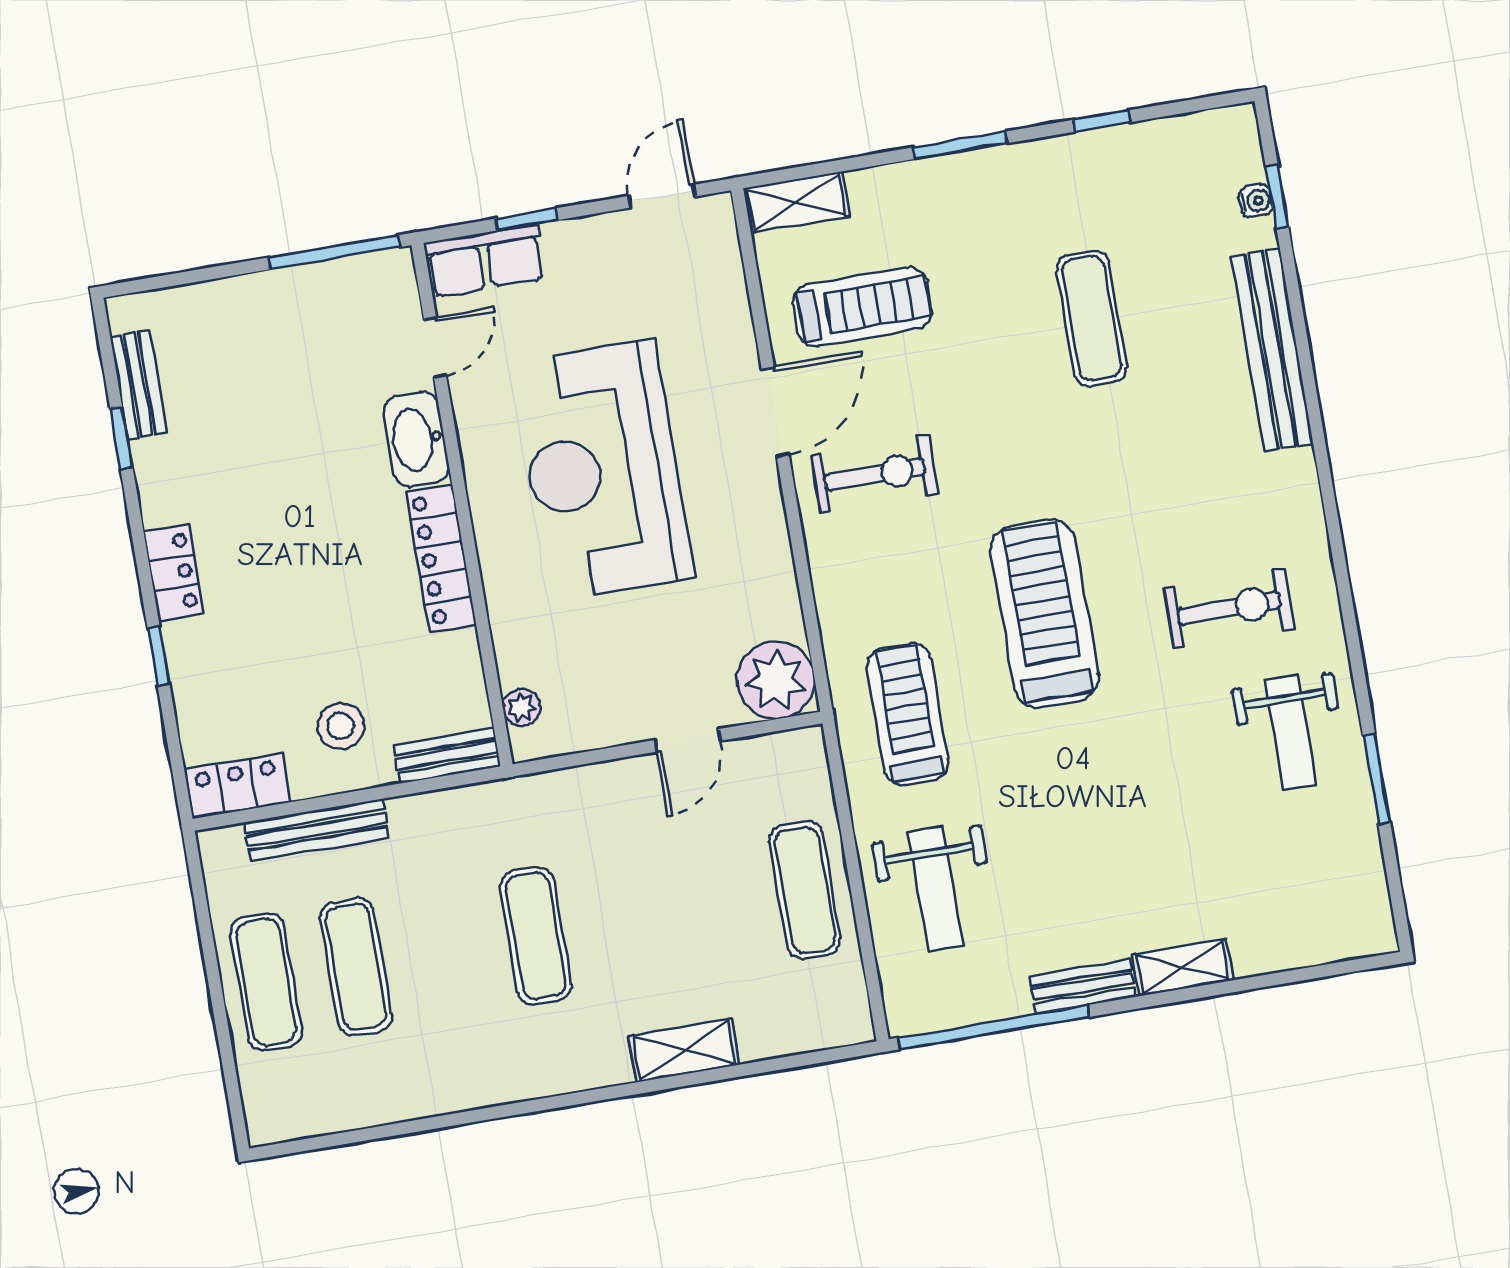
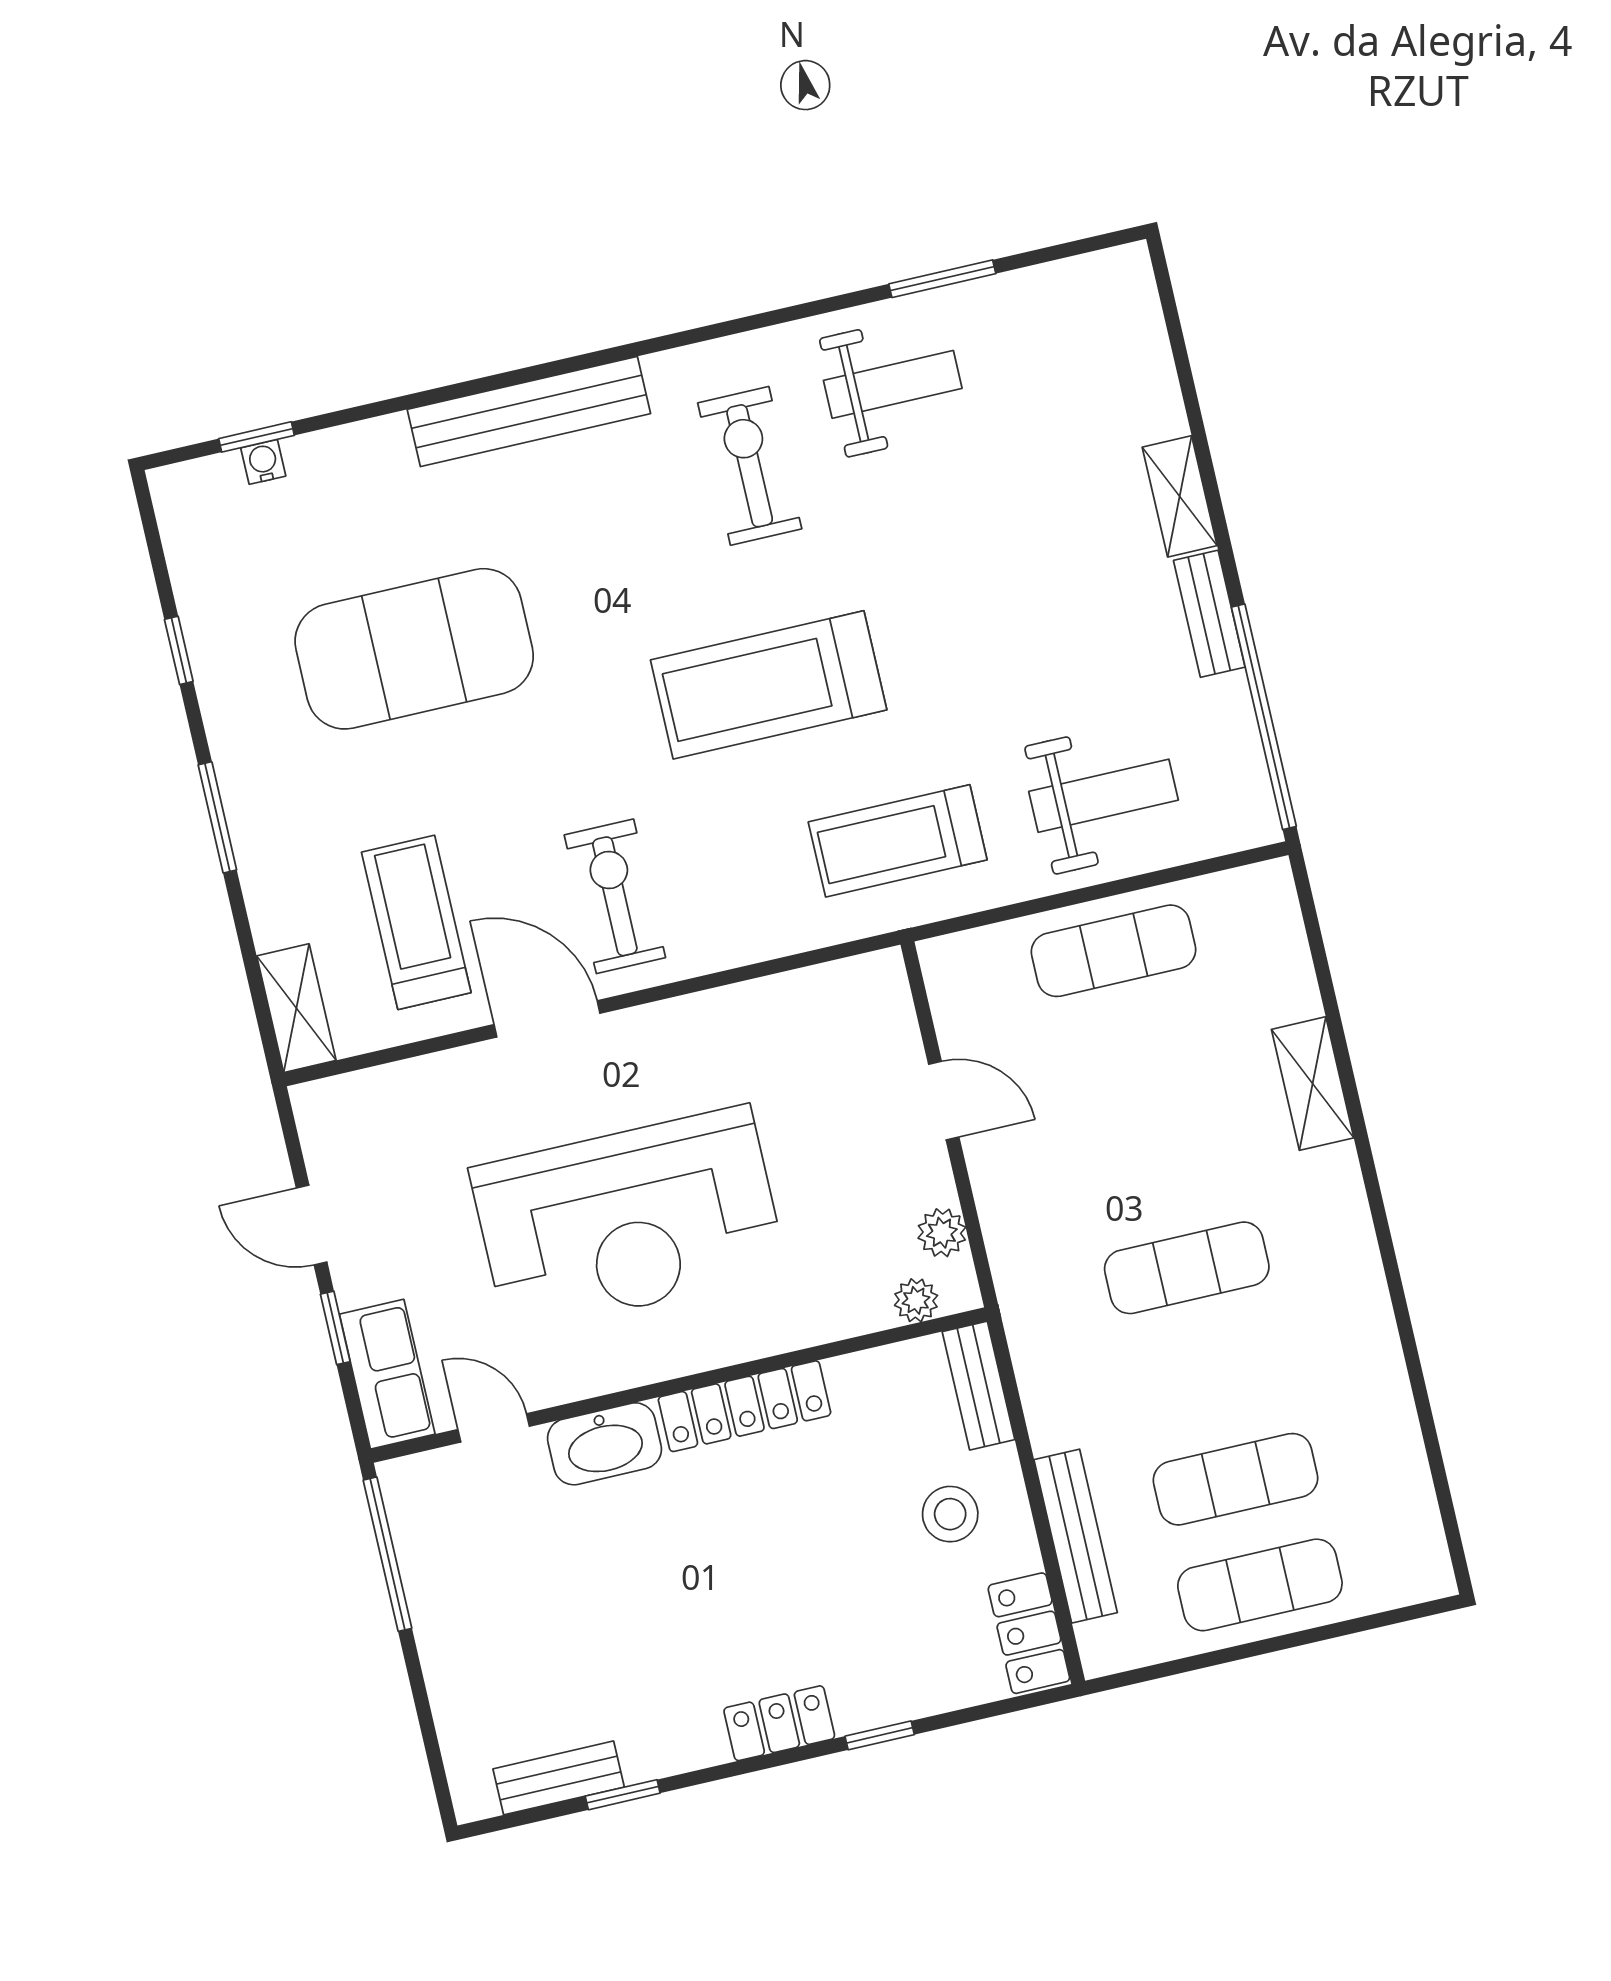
door: (662, 196) -> (312, 1225), moved
exercise mat: (1092, 318) -> (414, 649), width x2.00, depth x1.45
bench: (1272, 350) -> (529, 411), moved
plant: (776, 680) -> (942, 1233), moved, width x0.53, depth x0.53

